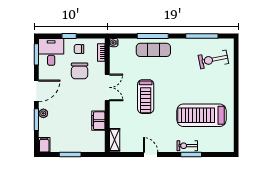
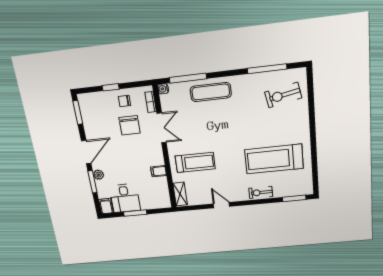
window: (153, 36) -> (188, 78), moved
desk: (51, 52) -> (125, 198), moved, turned 180
double door: (107, 87) -> (162, 128), moved
treadmill: (146, 97) -> (195, 162), moved, turned -90
filing cabinet: (98, 121) -> (159, 171), width x0.50
window: (191, 155) -> (294, 198), moved

